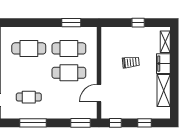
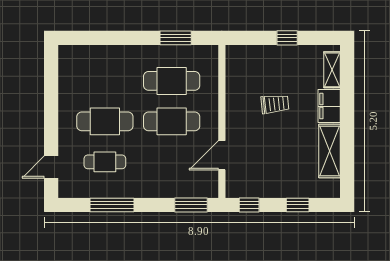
cafe table: (29, 48) -> (105, 121), moved

